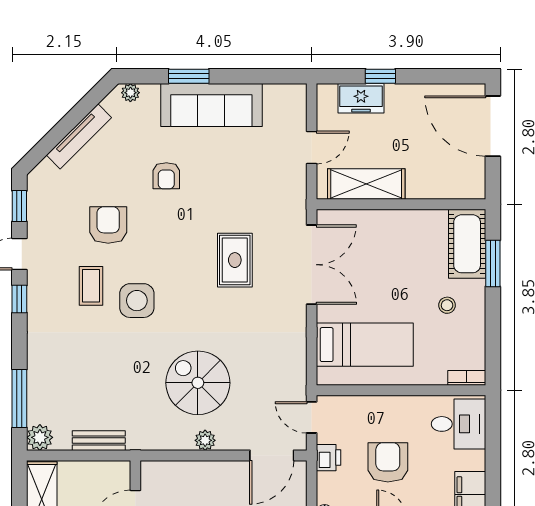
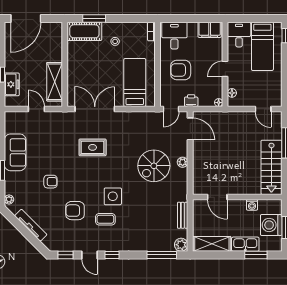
sofa: (211, 105) -> (15, 152), width x0.73
armchair: (388, 462) -> (181, 70), moved

